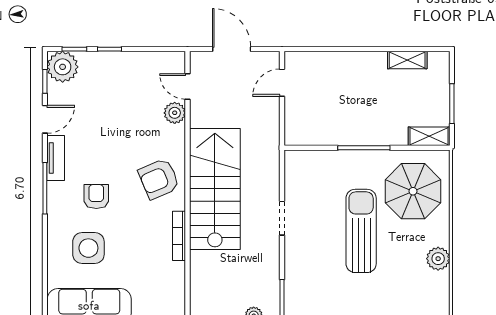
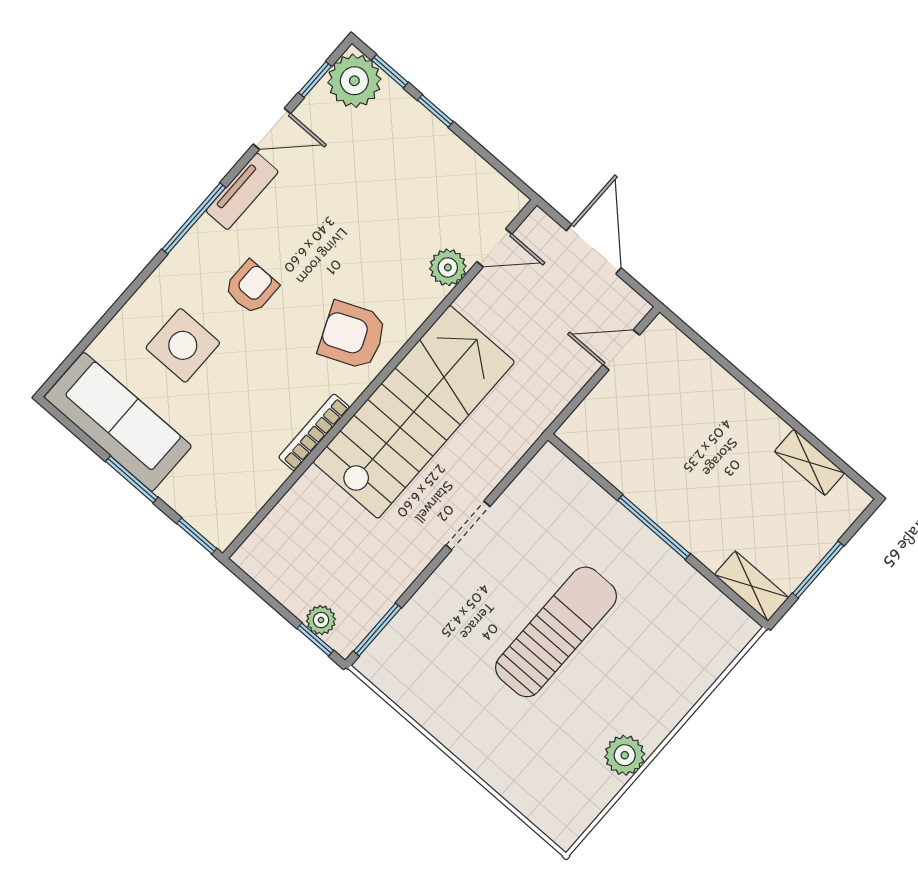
door: (188, 86) -> (494, 248), swing flipped
parasol: (413, 191) -> (668, 639), removed

